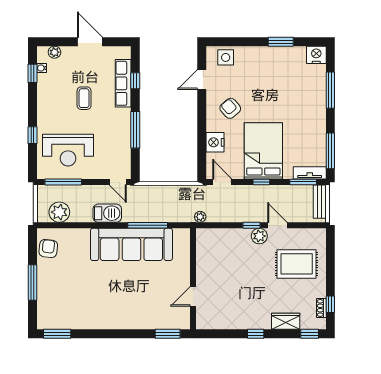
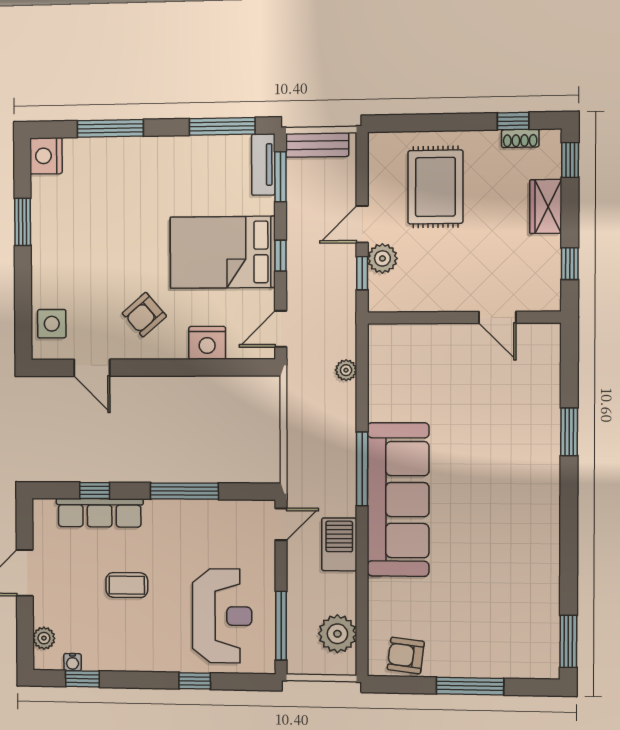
wall: (193, 279) -> (464, 318), moved
door: (193, 296) -> (497, 317), moved

